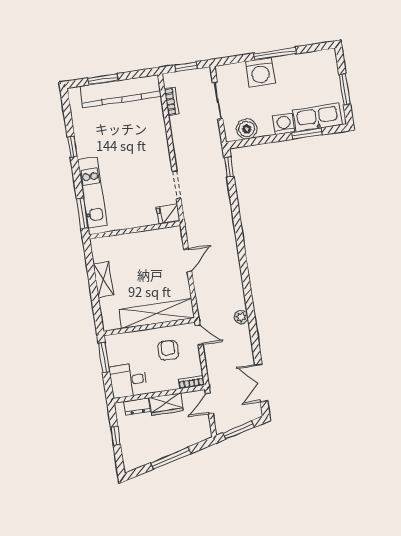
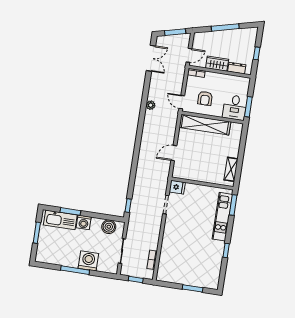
kitchen counter: (121, 91) -> (183, 277), removed
shelving: (103, 279) -> (231, 169), moved
desk: (128, 380) -> (235, 108), moved, turned 90

